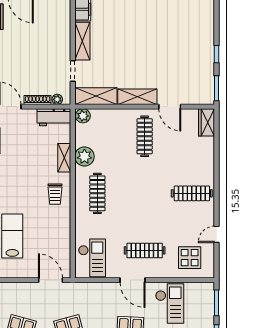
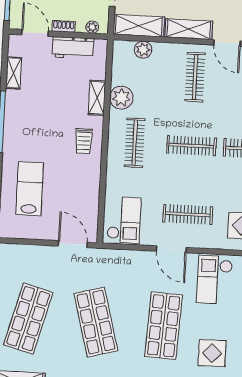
shoe rack: (38, 100) -> (64, 26), width x0.70
plant: (83, 116) -> (143, 50), moved
workbench: (54, 117) -> (73, 48), moved
clothes rail: (145, 193) -> (191, 146), added
checkout: (170, 304) -> (215, 280), turned 180

